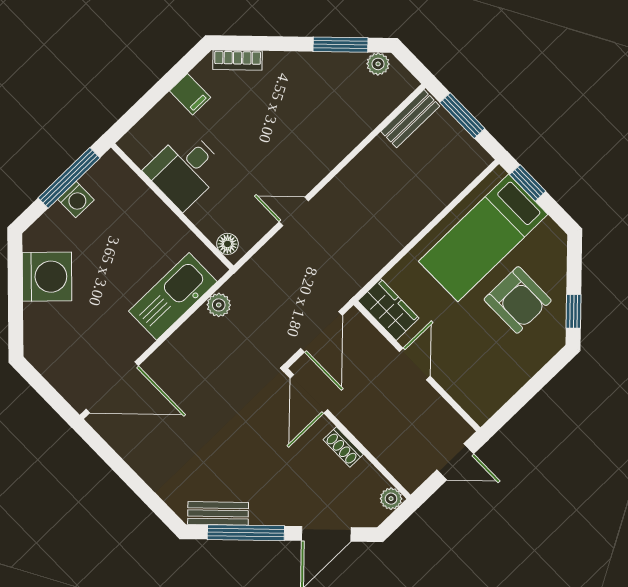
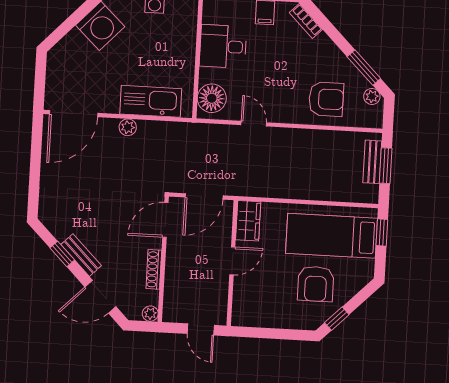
armchair: (337, 114) -> (326, 99), added
bench: (410, 119) -> (372, 162), moved, turned 90
floor lamp: (227, 244) -> (212, 98), width x1.89, depth x1.89
plant: (219, 305) -> (128, 127), moved
door: (112, 387) -> (74, 114), hinge flipped
shoe rack: (343, 447) -> (154, 269), width x1.43
bench: (218, 513) -> (81, 255), moved
window: (246, 533) -> (62, 254), width x0.46

